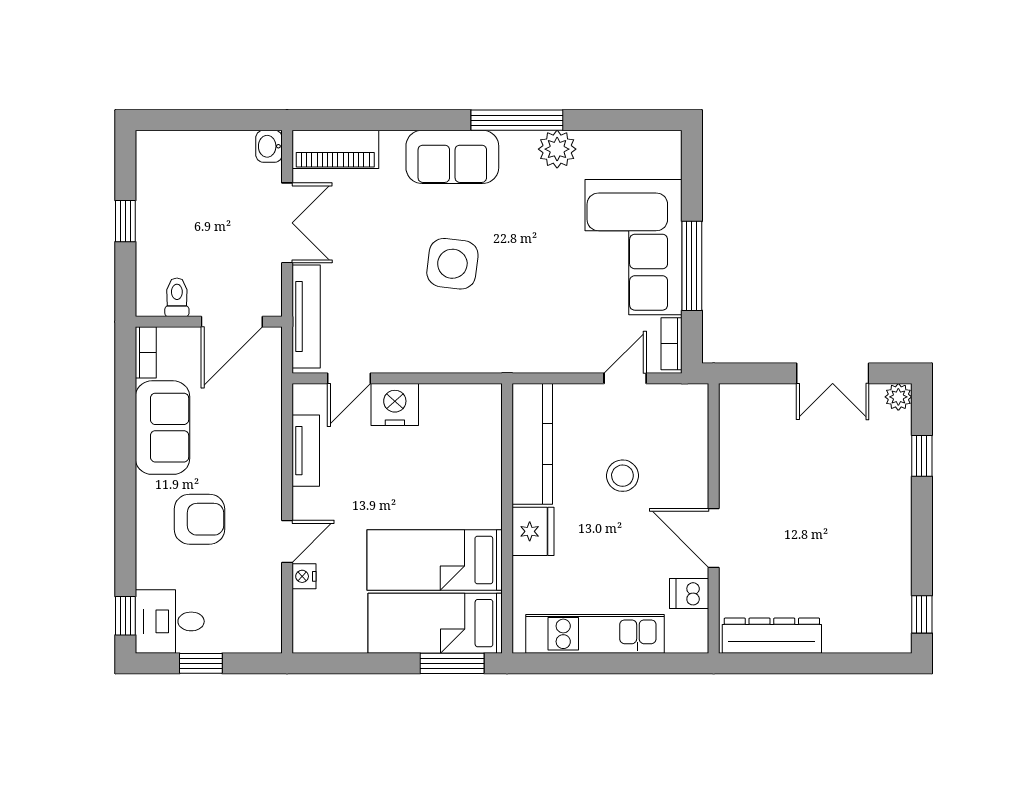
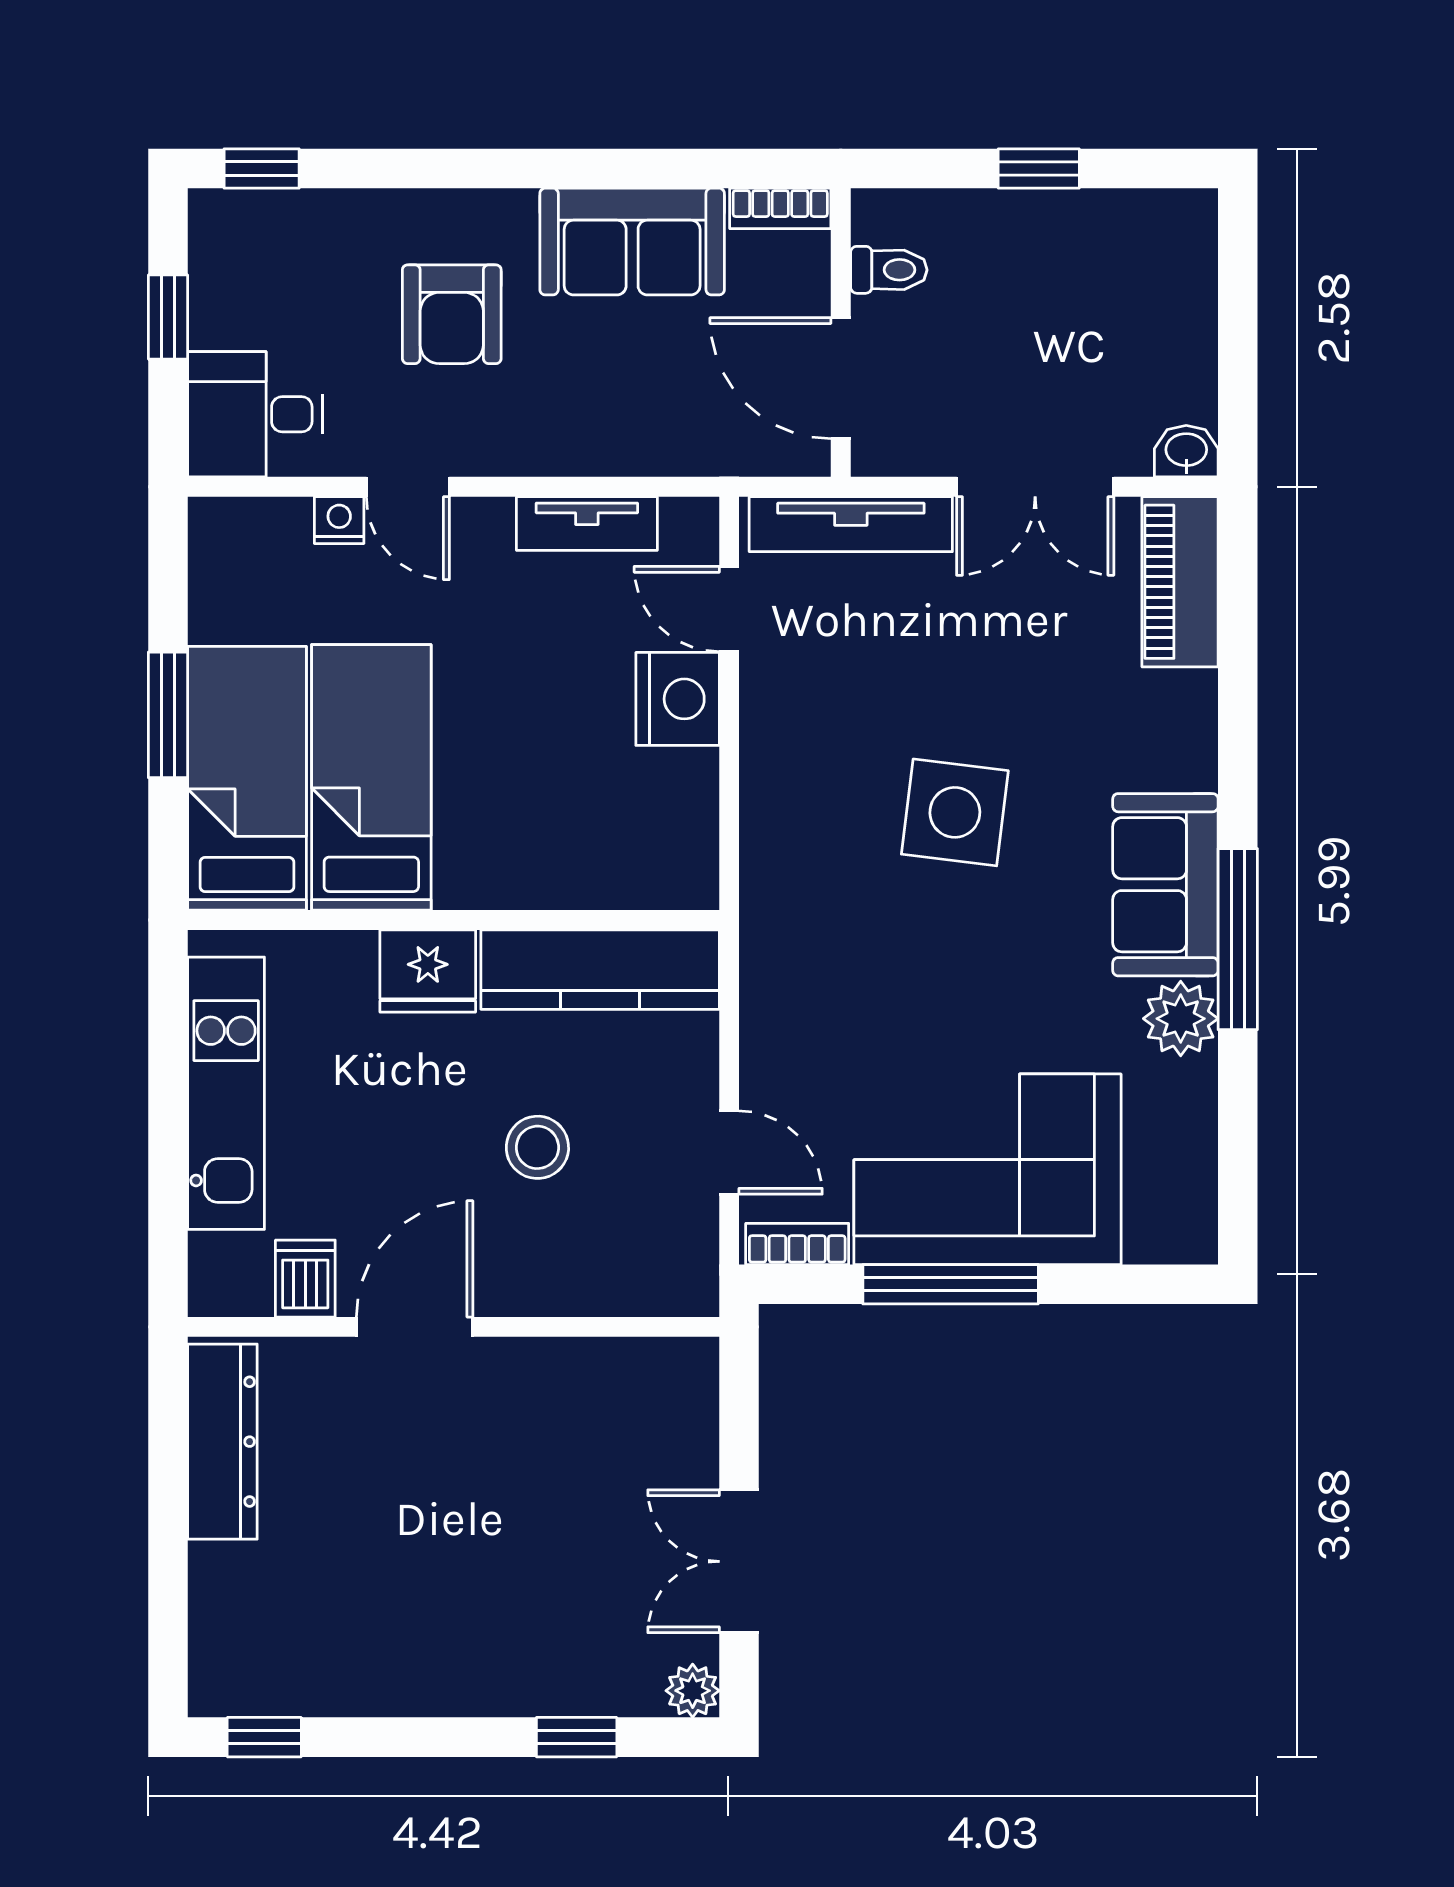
sofa: (452, 157) -> (1165, 885), moved
desk: (170, 621) -> (255, 414), moved, turned -90
window: (452, 663) -> (168, 715), moved

